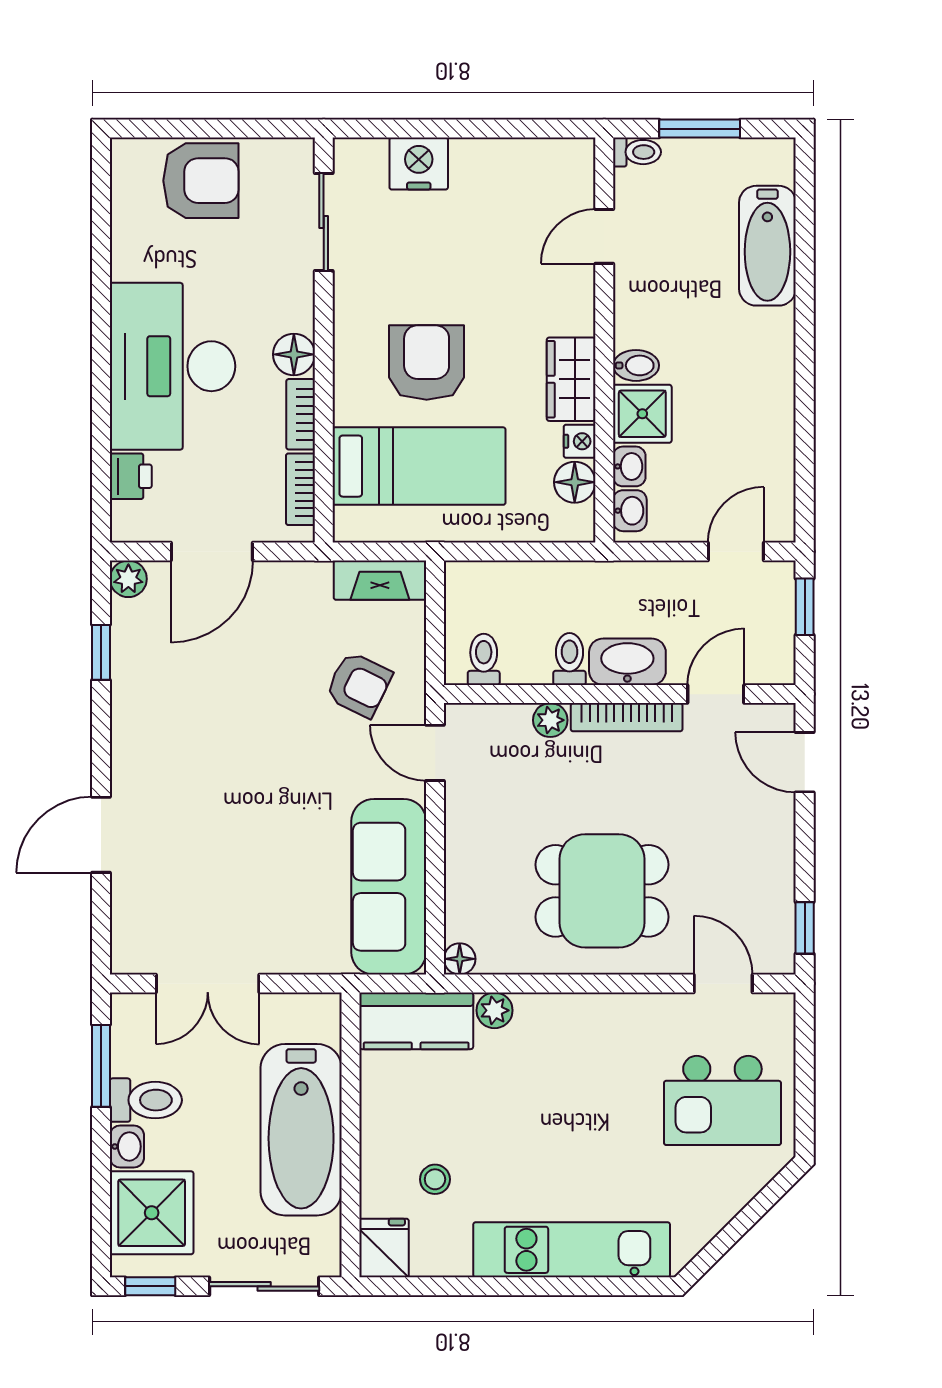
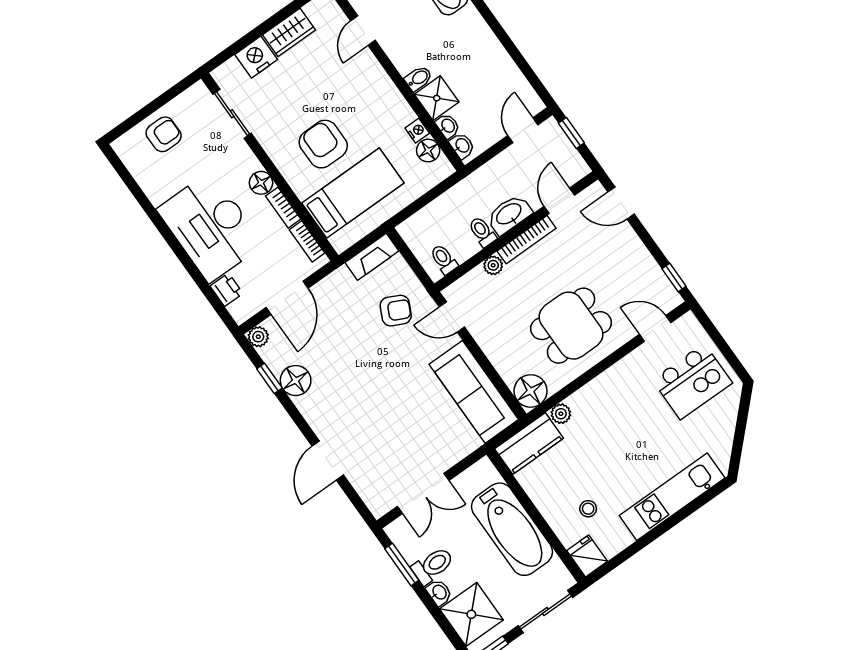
armchair: (201, 181) -> (164, 134), width x0.72, depth x0.72
wardrobe: (571, 379) -> (289, 32), moved, turned -90
floor lamp: (137, 683) -> (296, 381), added
floor lamp: (460, 959) -> (531, 391), width x1.89, depth x1.89

